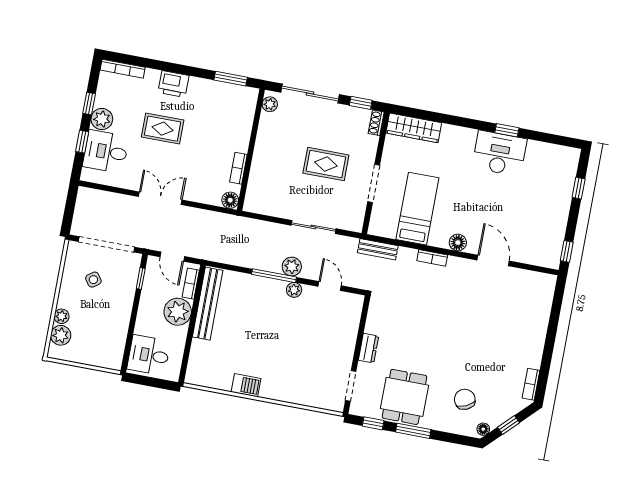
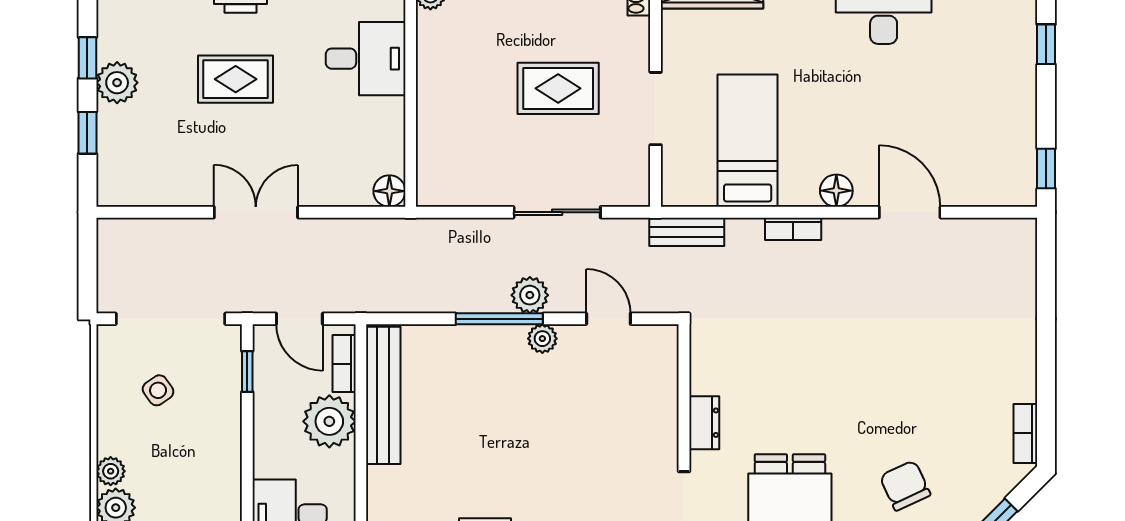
desk: (106, 152) -> (366, 59), moved, turned 180
bookcase: (238, 168) -> (393, 128), removed

